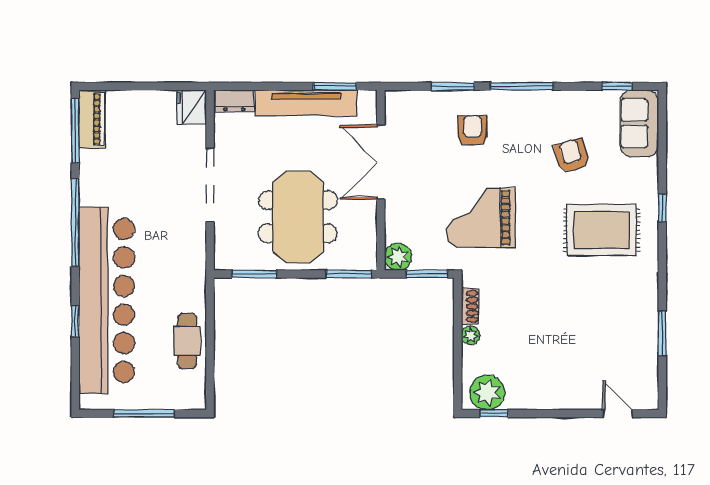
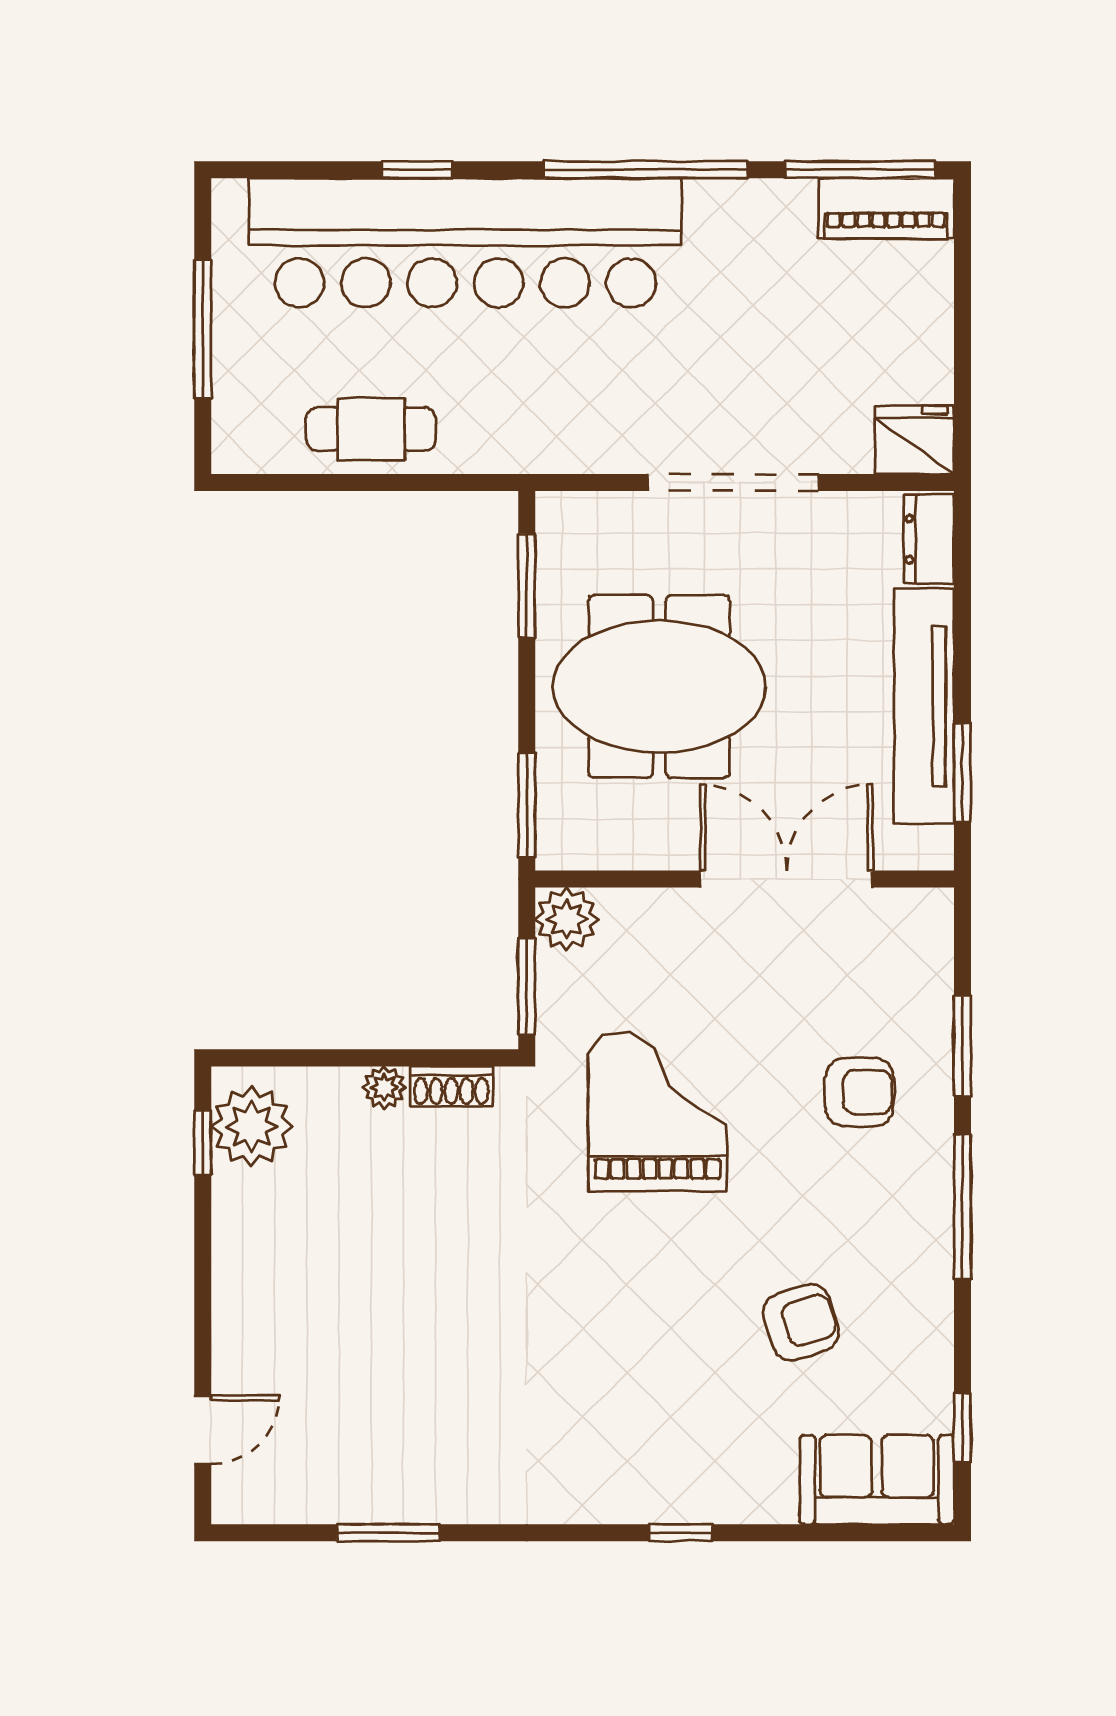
rug: (602, 230) -> (629, 1392), removed

